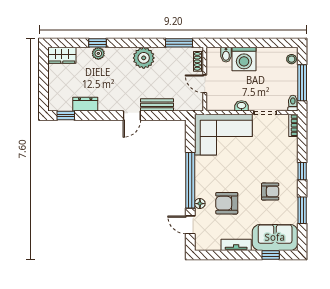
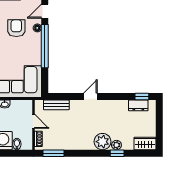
plant: (144, 58) -> (102, 142), moved
dresser: (85, 104) -> (138, 105), moved
bench: (157, 105) -> (56, 105), moved
armchair: (227, 203) -> (16, 28), turned -90
door: (190, 225) -> (45, 11), swing flipped

